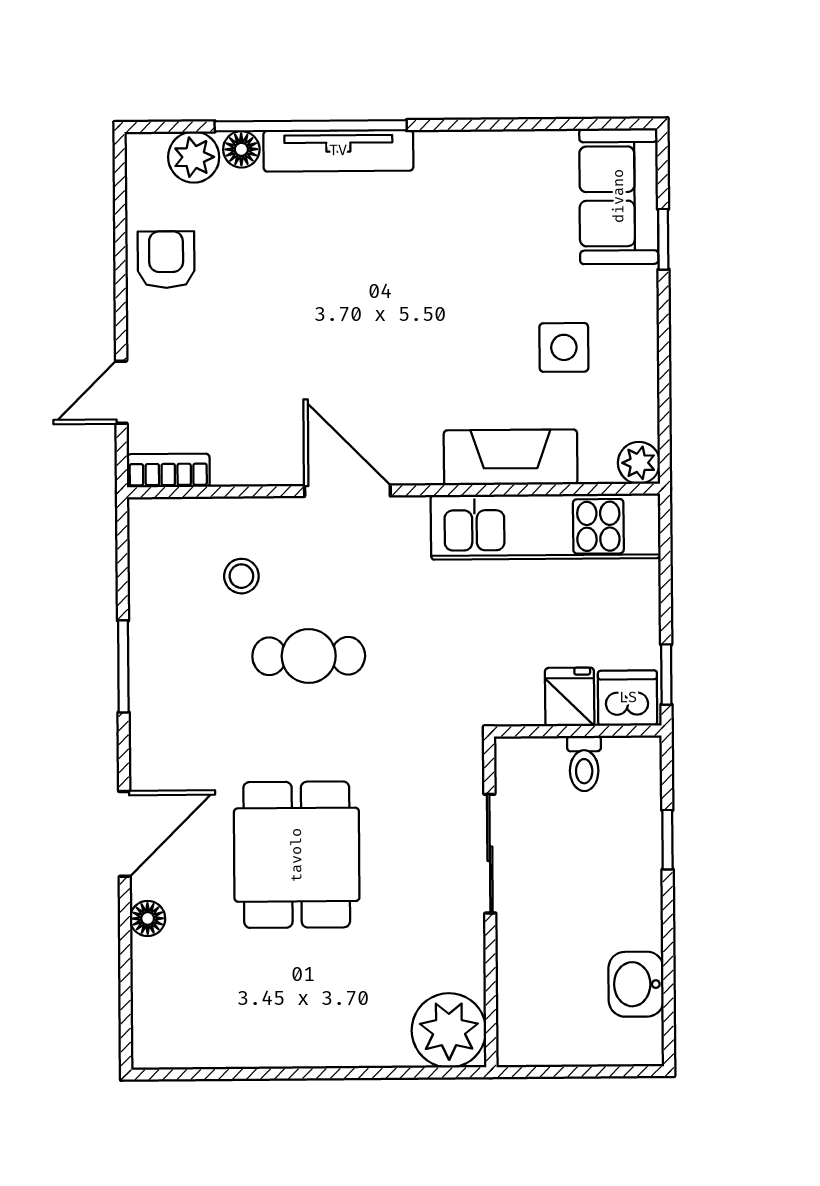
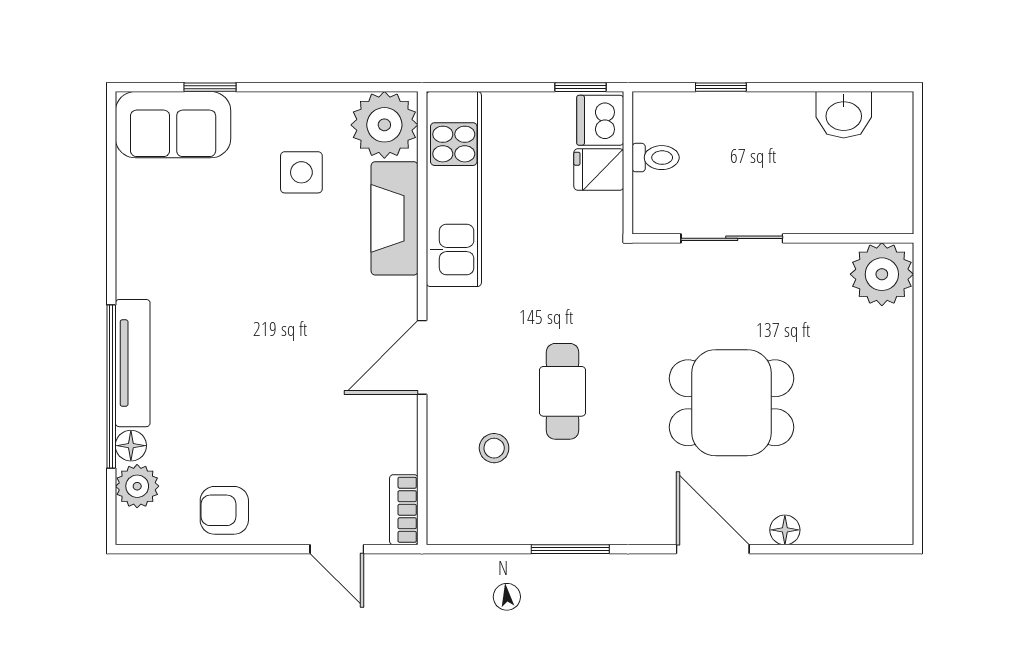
plant: (639, 463) -> (384, 125), width x1.88, depth x1.88

